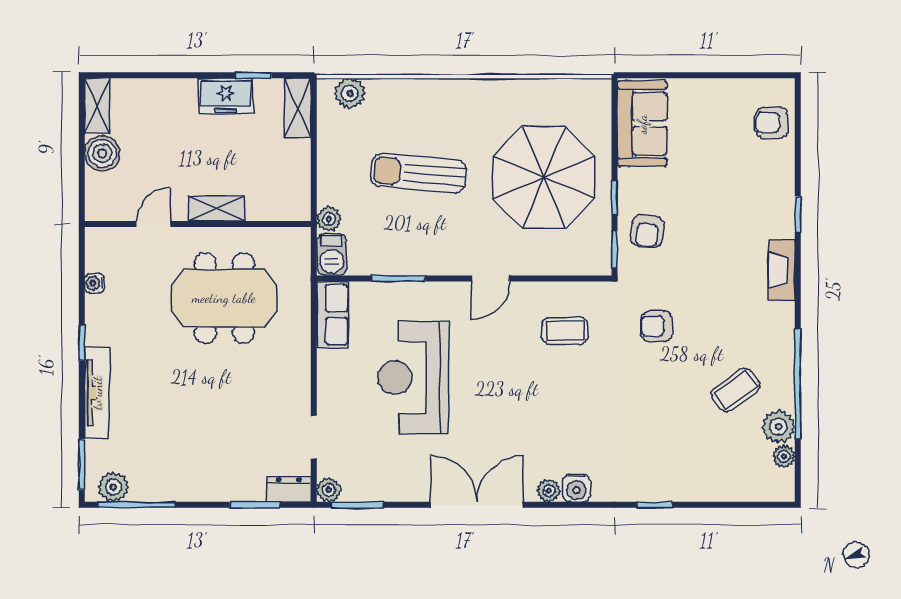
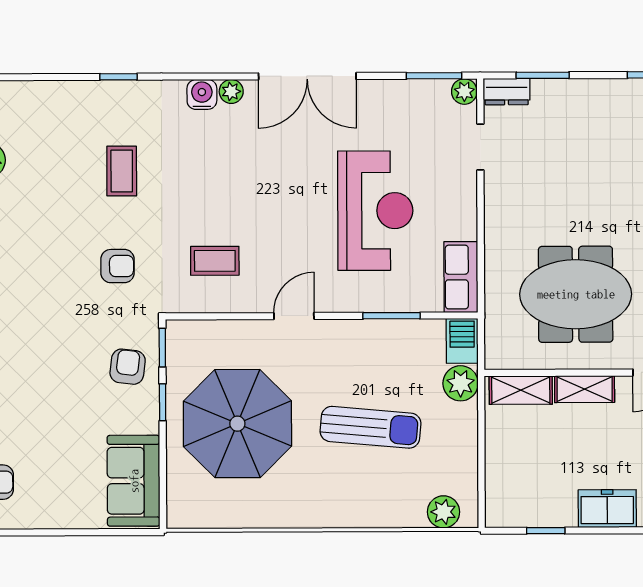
freezer: (226, 96) -> (607, 509), moved
shelving: (298, 108) -> (521, 390), moved, turned 90
plant: (329, 219) -> (461, 383), width x1.38, depth x1.38
coffee table: (736, 390) -> (122, 171), moved, turned -54

